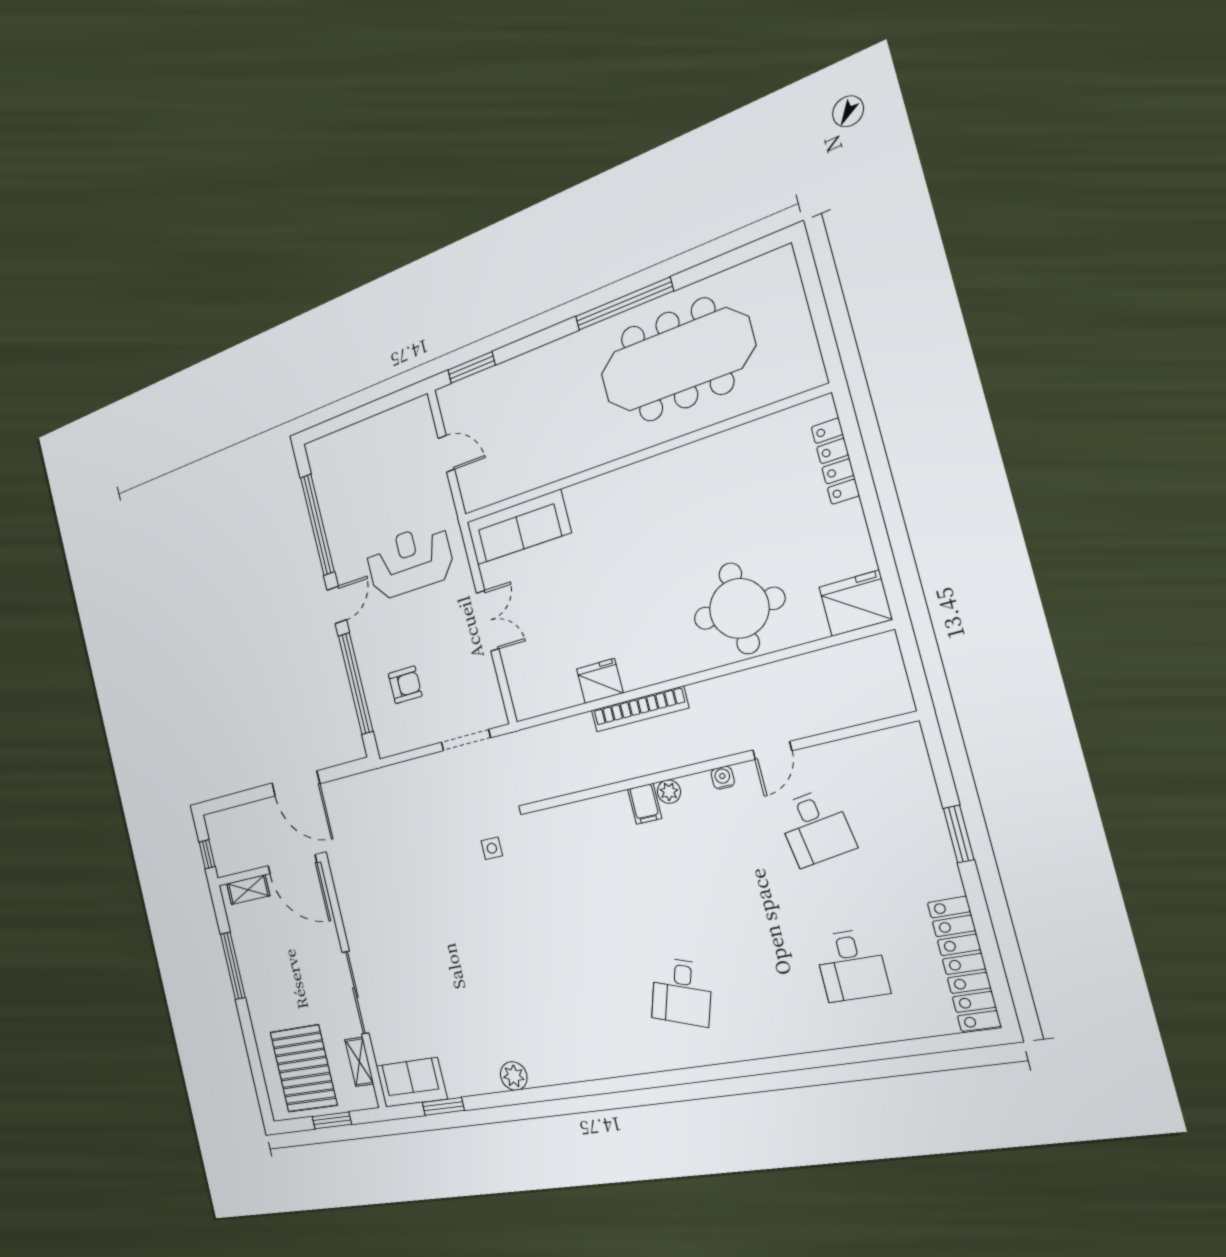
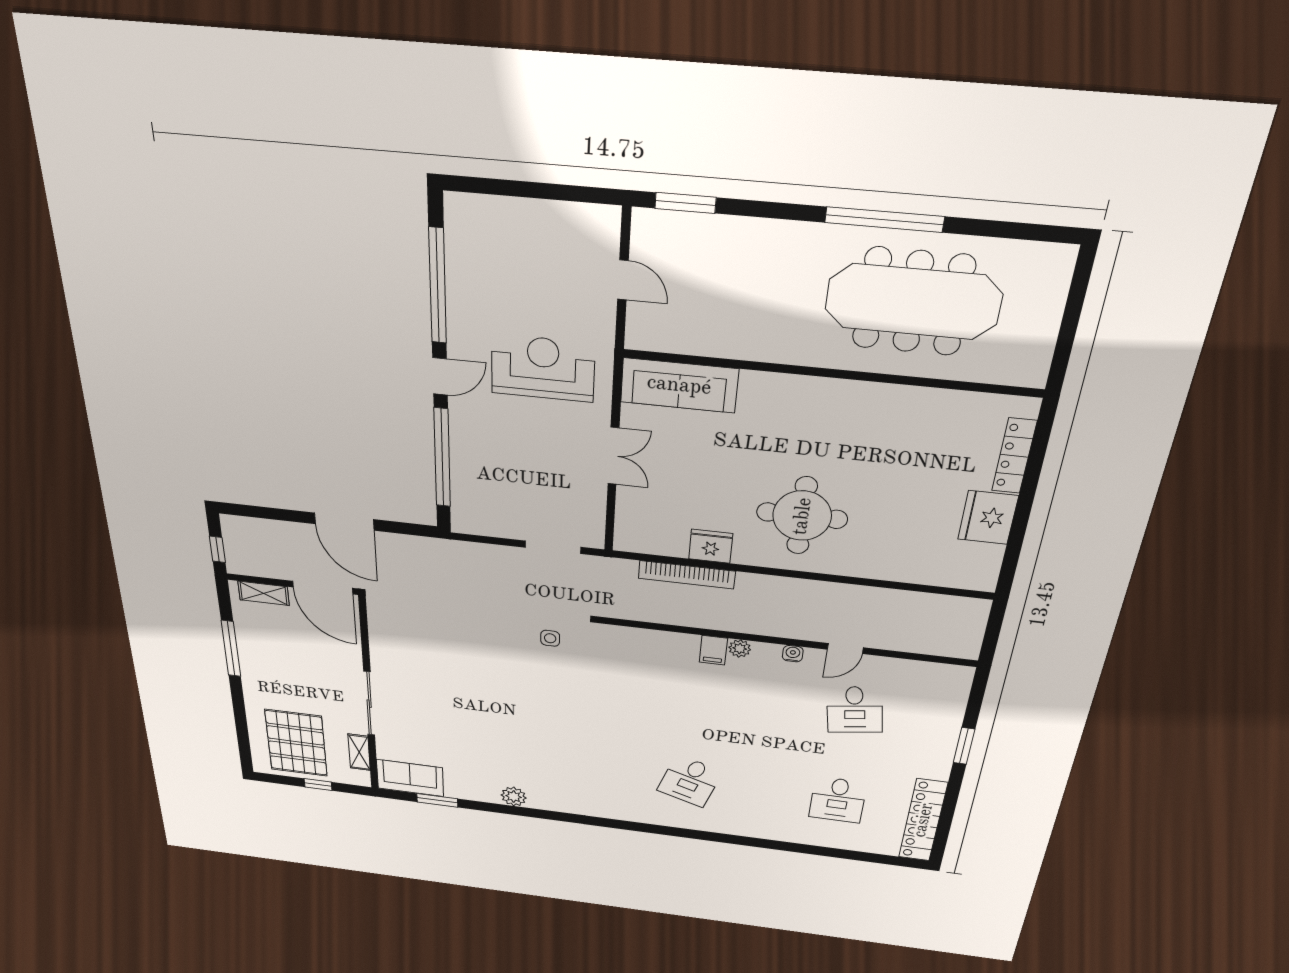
fridge: (856, 603) -> (988, 517), moved, turned -90
round table: (739, 608) -> (802, 516), moved
armchair: (405, 685) -> (501, 479), removed
bookcase: (640, 709) -> (687, 575), moved
window: (332, 1120) -> (318, 785), width x0.67

